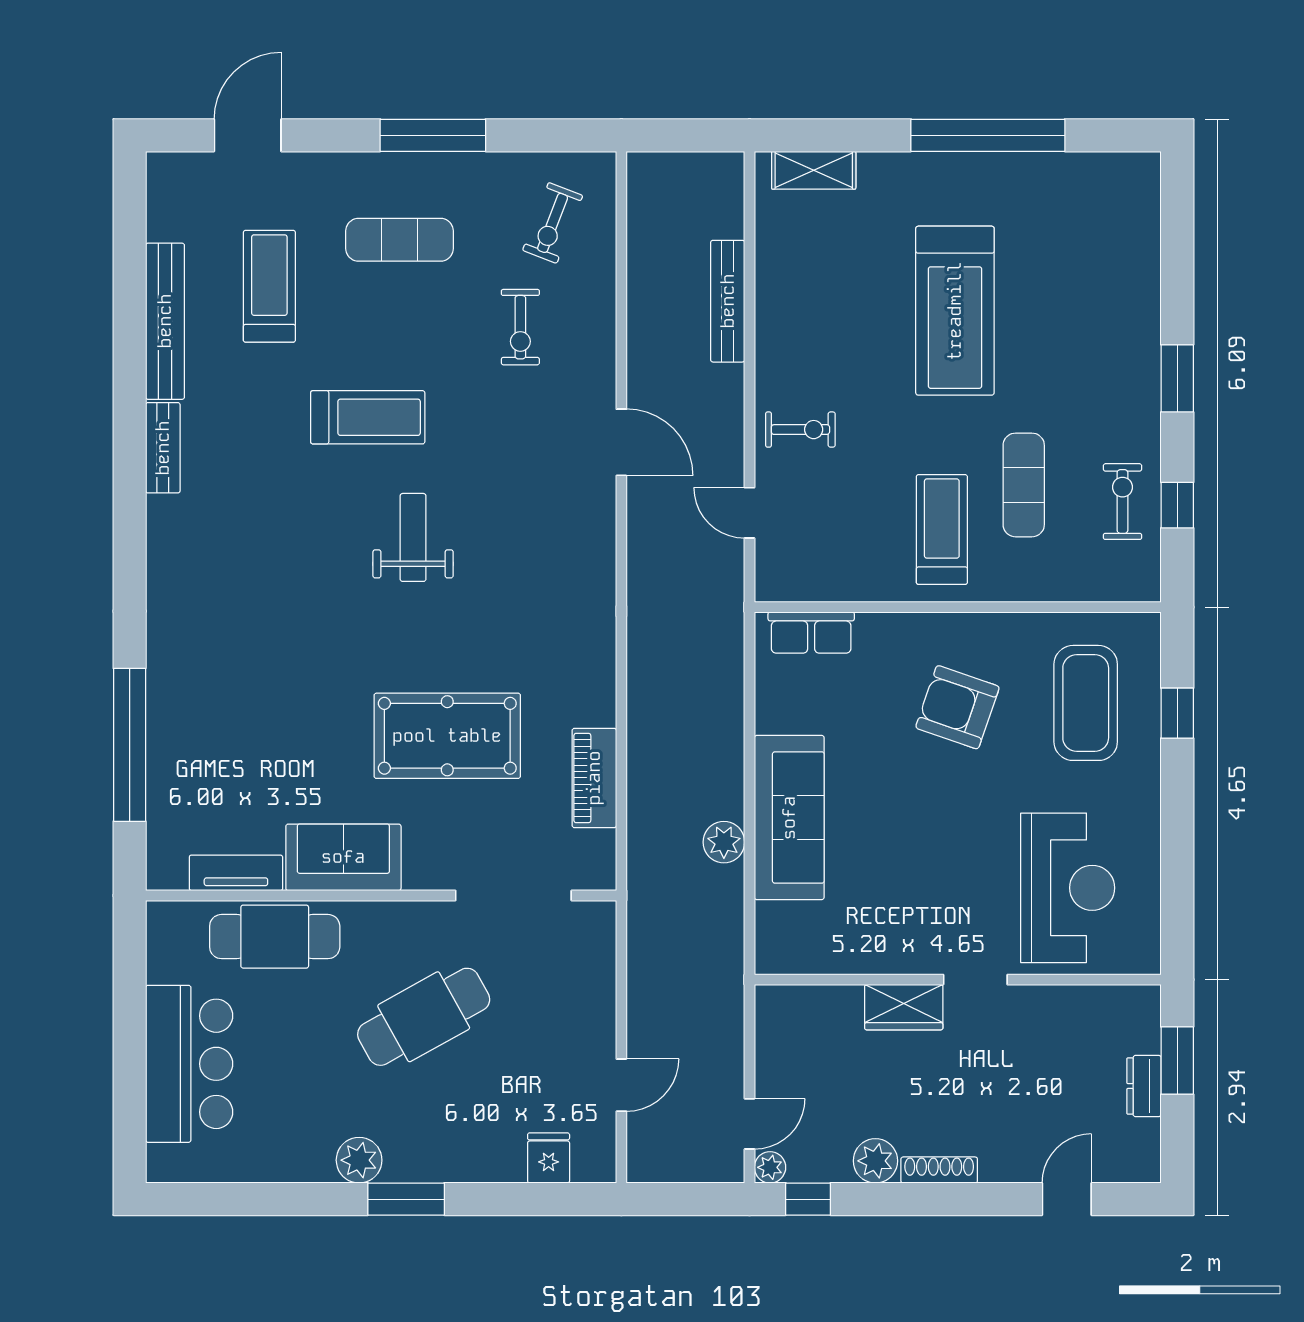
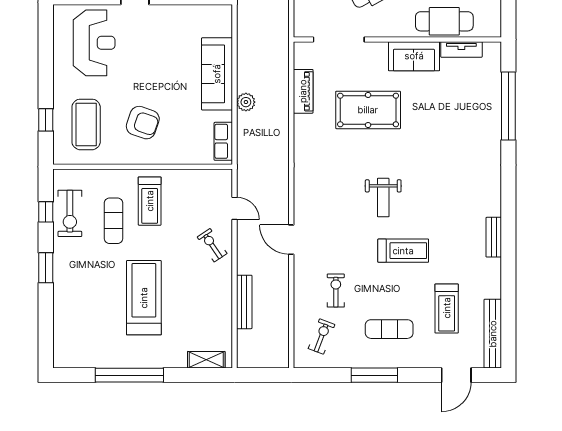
bench: (165, 321) -> (493, 334), moved
treadmill: (368, 417) -> (403, 251), turned 180
exercise bike: (800, 430) -> (212, 245), turned 56
exercise bike: (1122, 502) -> (70, 213), width x1.38, depth x1.39
row of seats: (811, 633) -> (223, 141), moved, turned -90
plant: (724, 842) -> (246, 102), moved
reception desk: (1068, 888) -> (94, 43), turned 180

